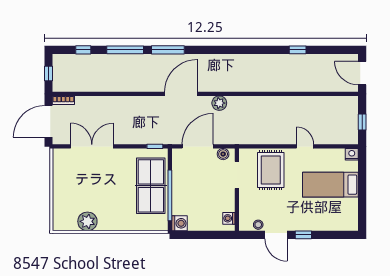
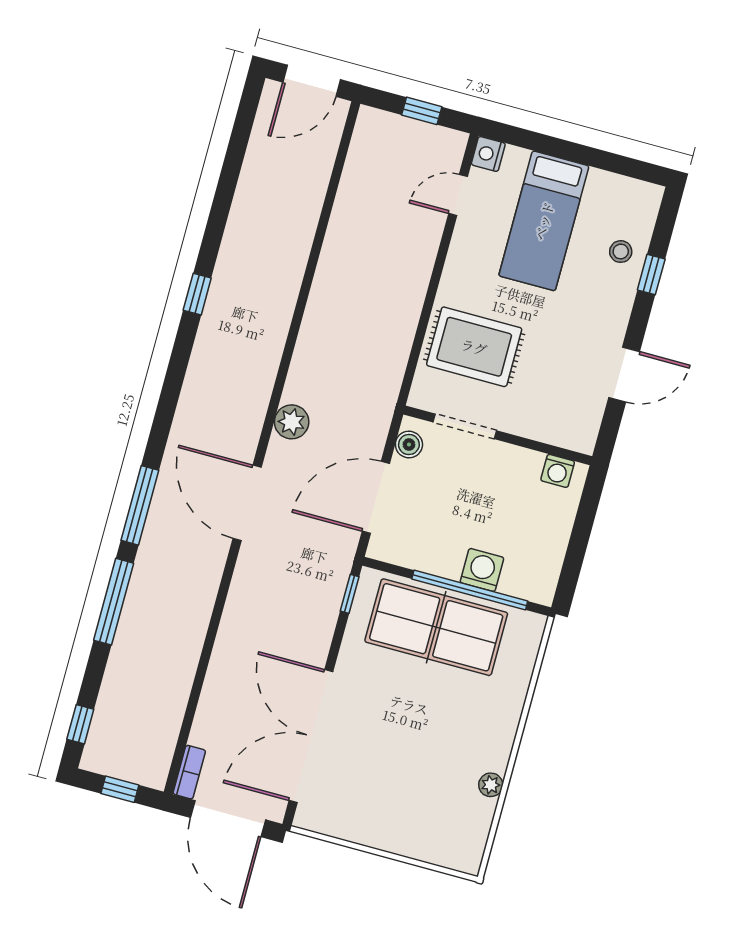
window: (83, 50) -> (80, 724), moved
window: (298, 50) -> (197, 294), moved
double door: (92, 146) -> (311, 736), width x1.36
door: (198, 146) -> (376, 497), hinge flipped
door: (305, 146) -> (458, 195), moved
plant: (87, 221) -> (491, 785), width x0.53, depth x0.53
washing machine: (180, 223) -> (482, 570), moved
stool: (258, 225) -> (621, 252), moved
window: (303, 235) -> (651, 274), moved

